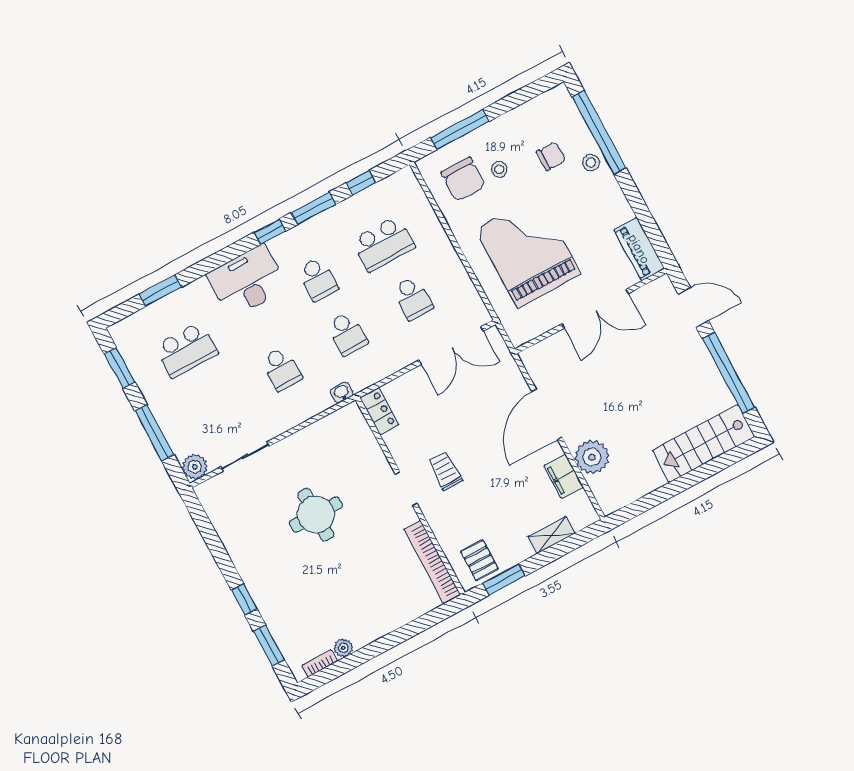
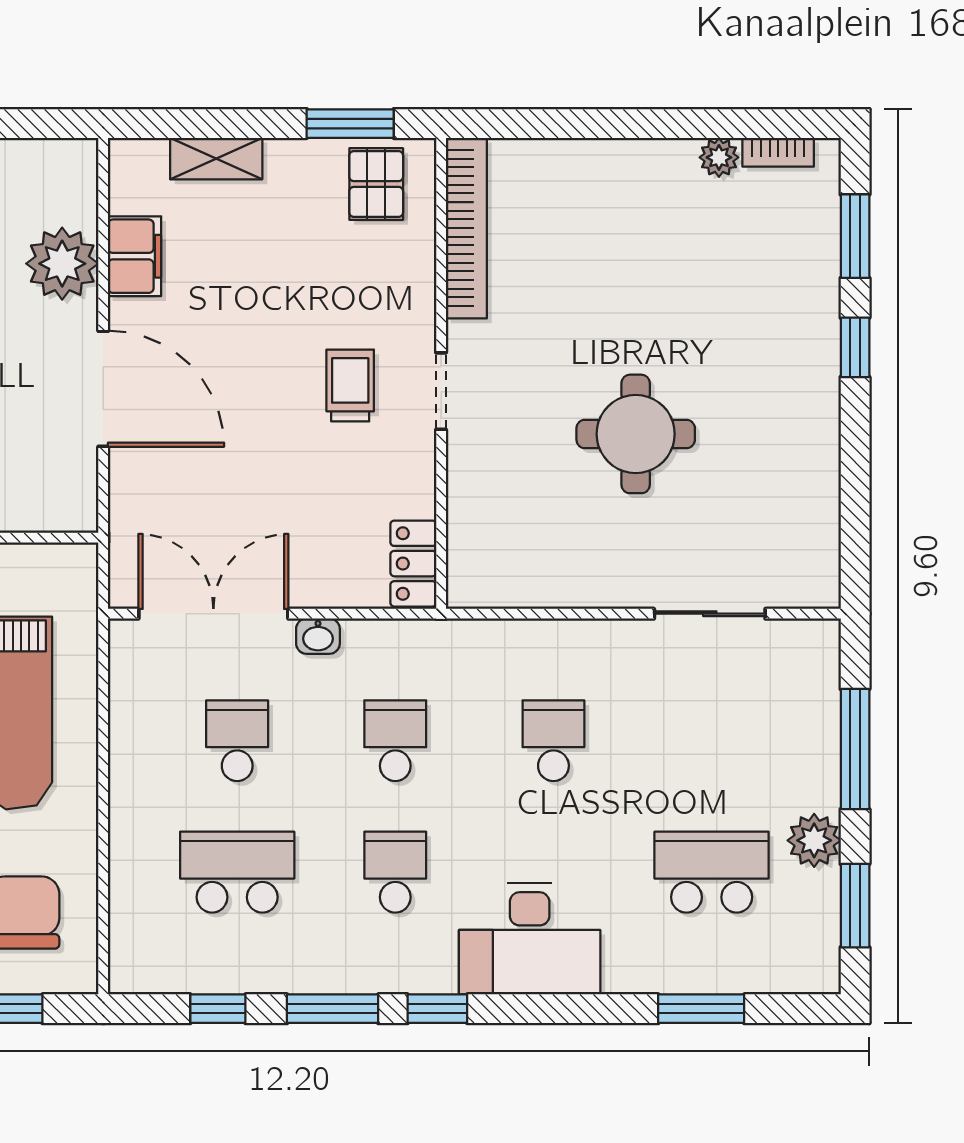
washbasin: (342, 392) -> (318, 636), moved
door: (547, 414) -> (103, 389), hinge flipped
plant: (195, 467) -> (814, 840), moved
trolley: (445, 471) -> (350, 385), turned 180

